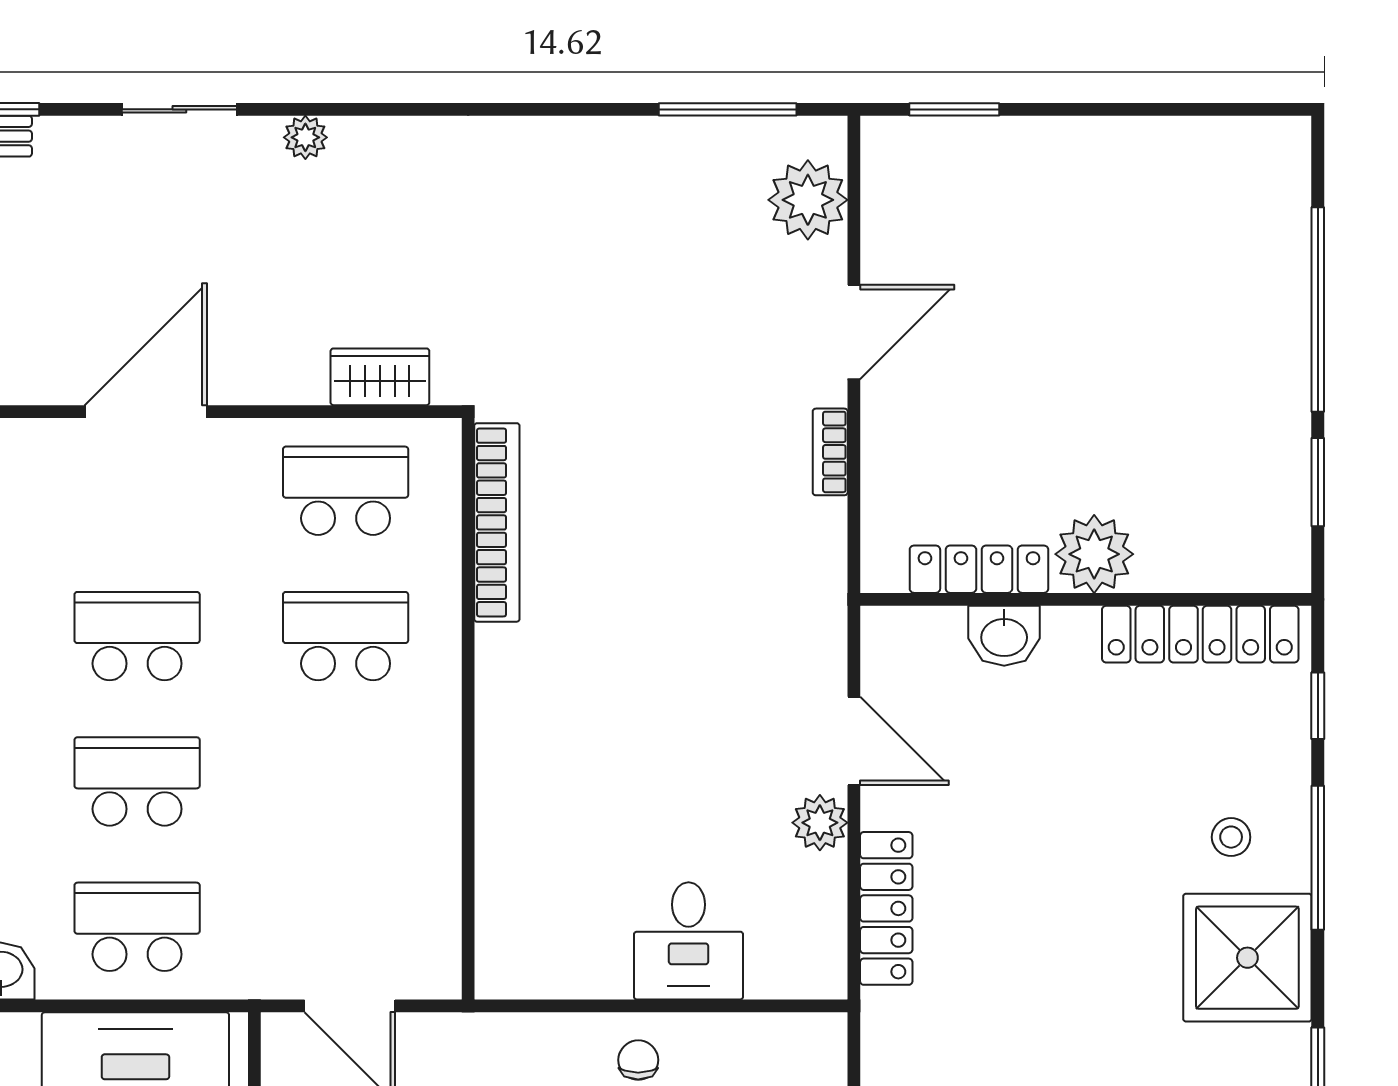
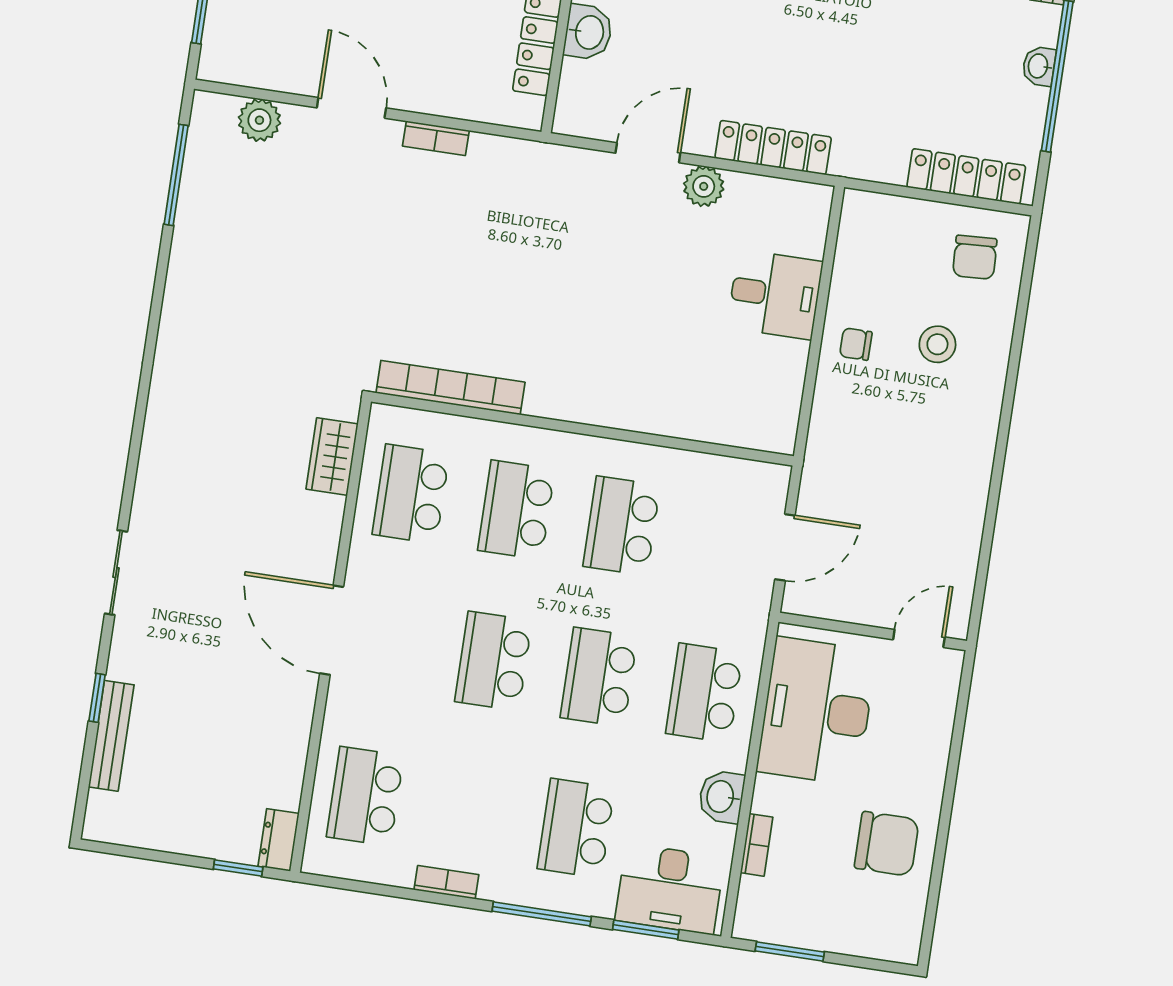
plant: (305, 137) -> (150, 484), removed
plant: (808, 200) -> (259, 120), width x0.73, depth x0.73
school desk: (346, 781) -> (622, 526), added

